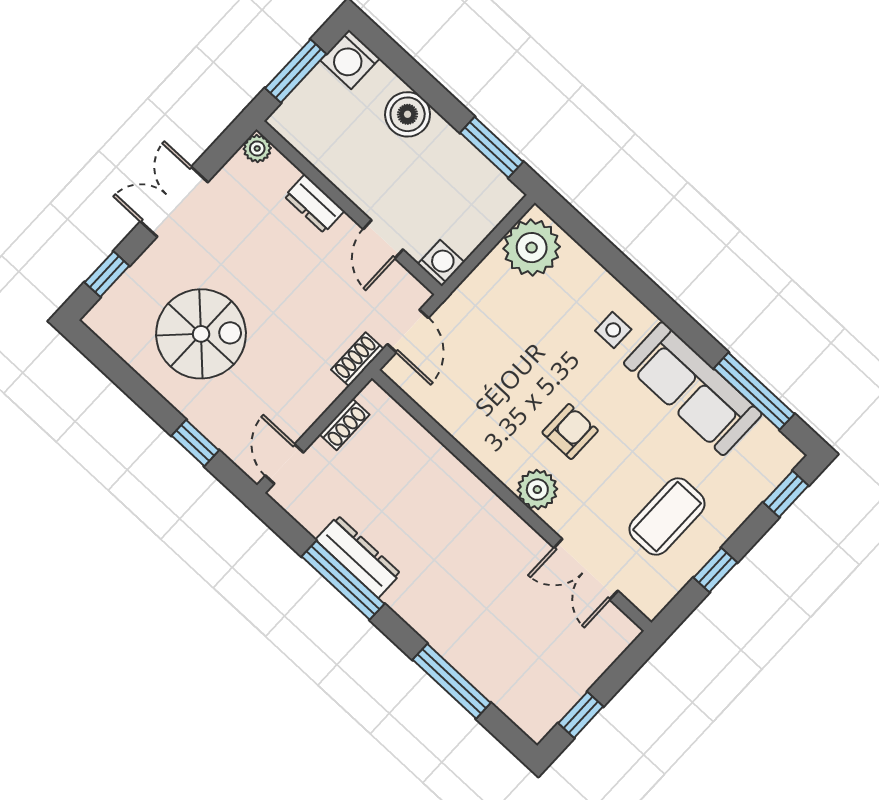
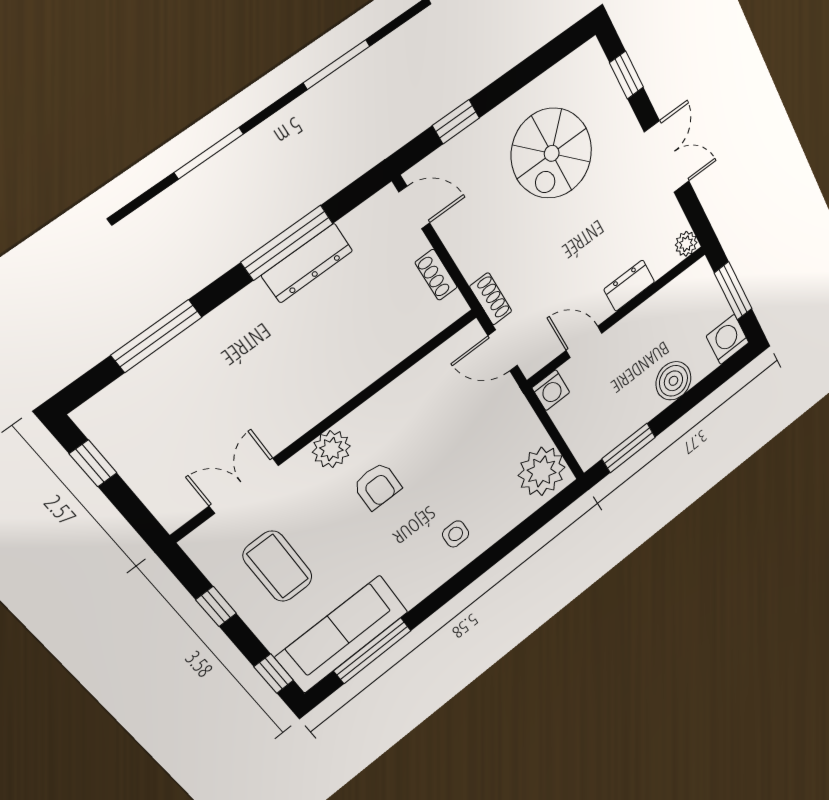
sofa: (693, 389) -> (342, 634), moved

